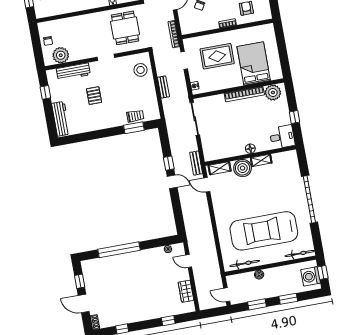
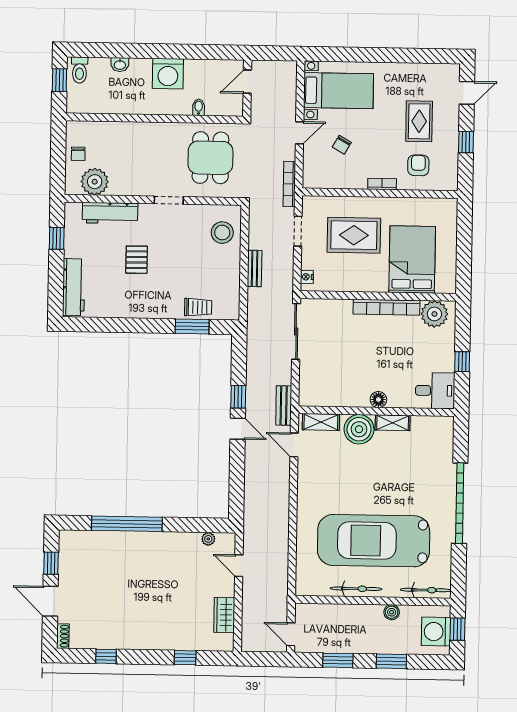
bicycle: (245, 263) -> (356, 589), moved
boiler: (259, 275) -> (392, 612), moved

